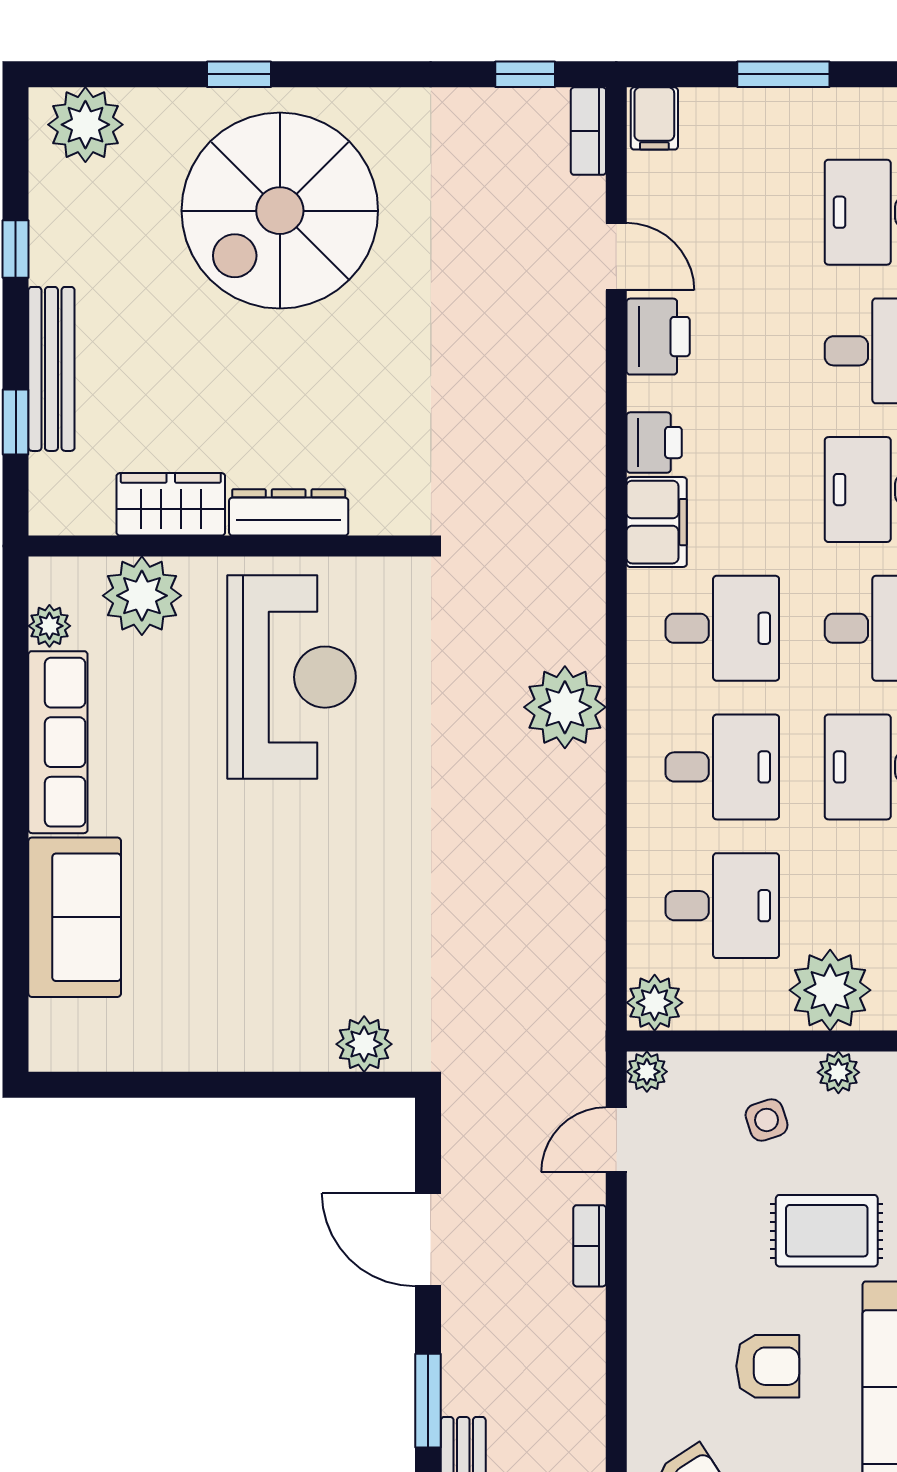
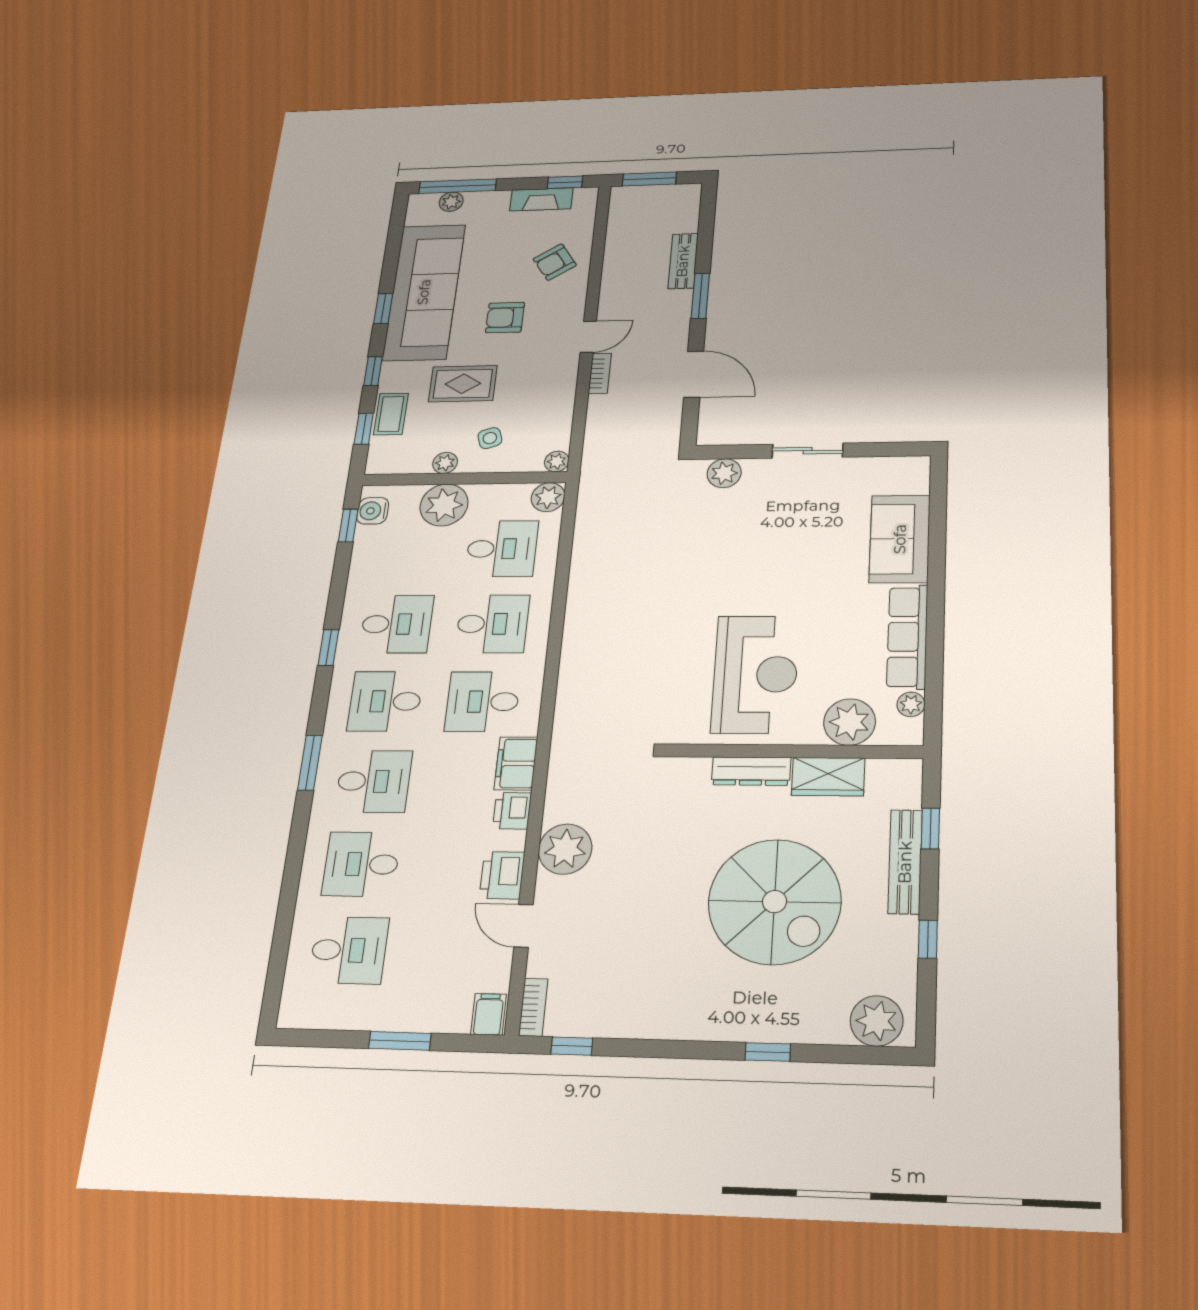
spiral stairs: (280, 211) -> (775, 902), moved, turned 90
reception desk: (292, 677) -> (755, 674), turned 180
plant: (565, 707) -> (565, 849), moved
desk: (722, 767) -> (492, 624), turned 180
desk: (722, 906) -> (502, 549), turned 180
sliding door: (229, 1085) -> (808, 451), added
door: (616, 1140) -> (588, 337), moved

